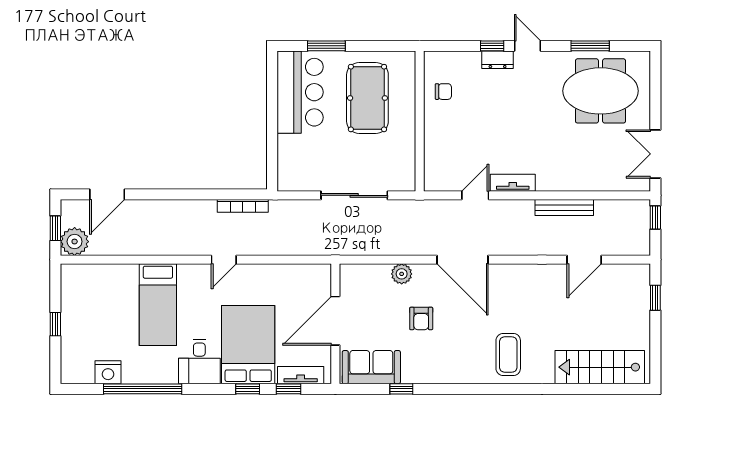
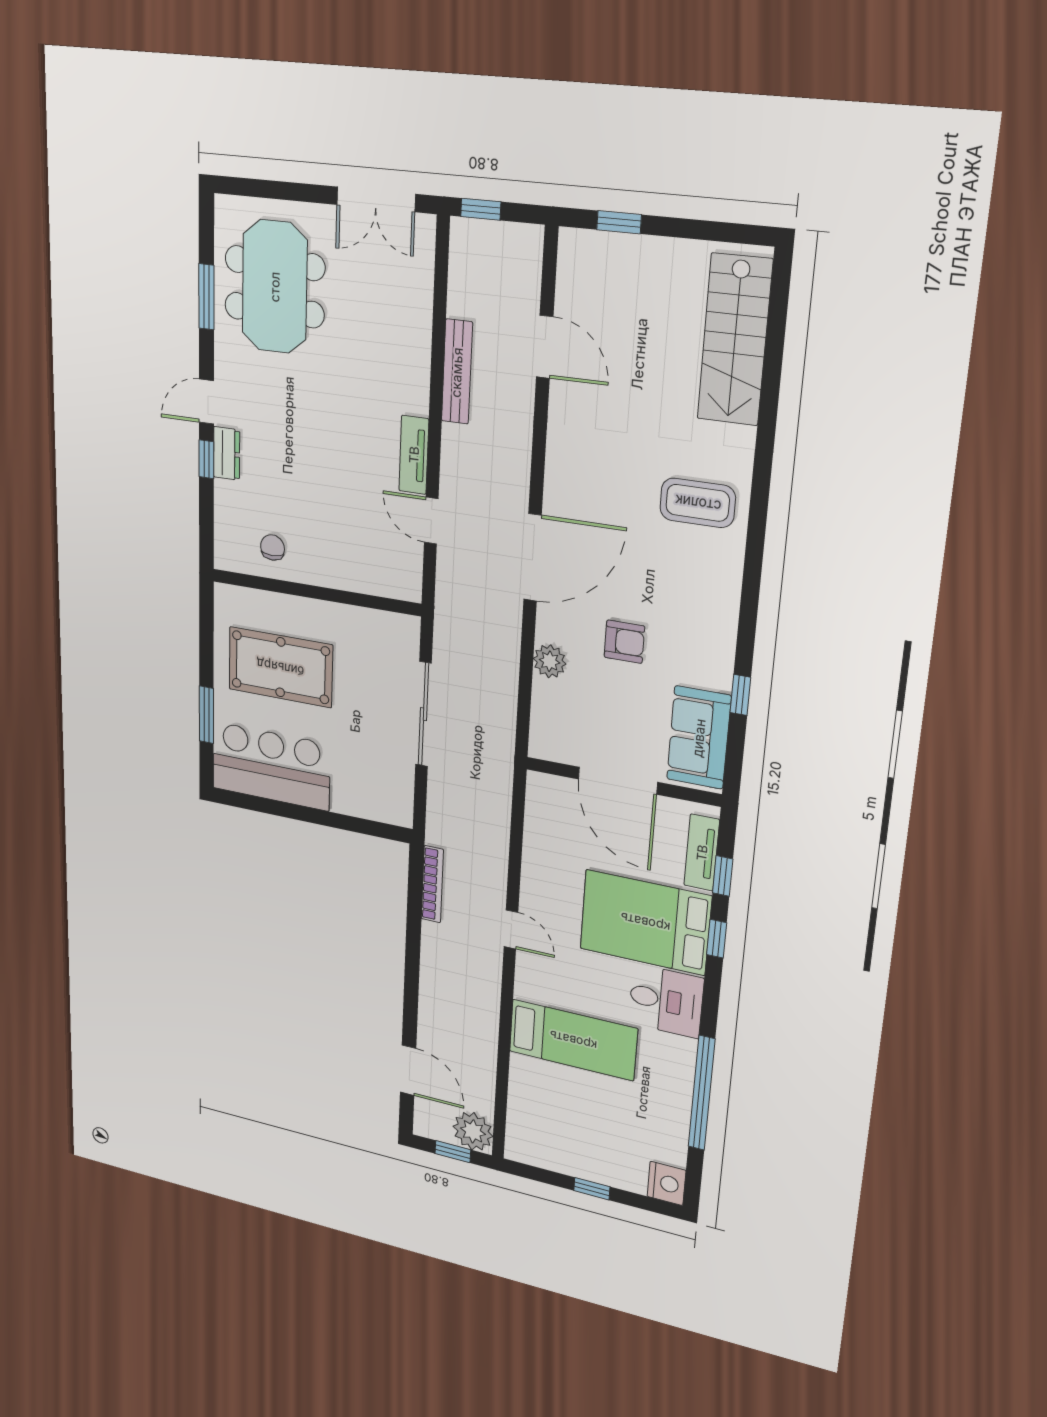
nightstand: (108, 372) -> (666, 1183), moved

